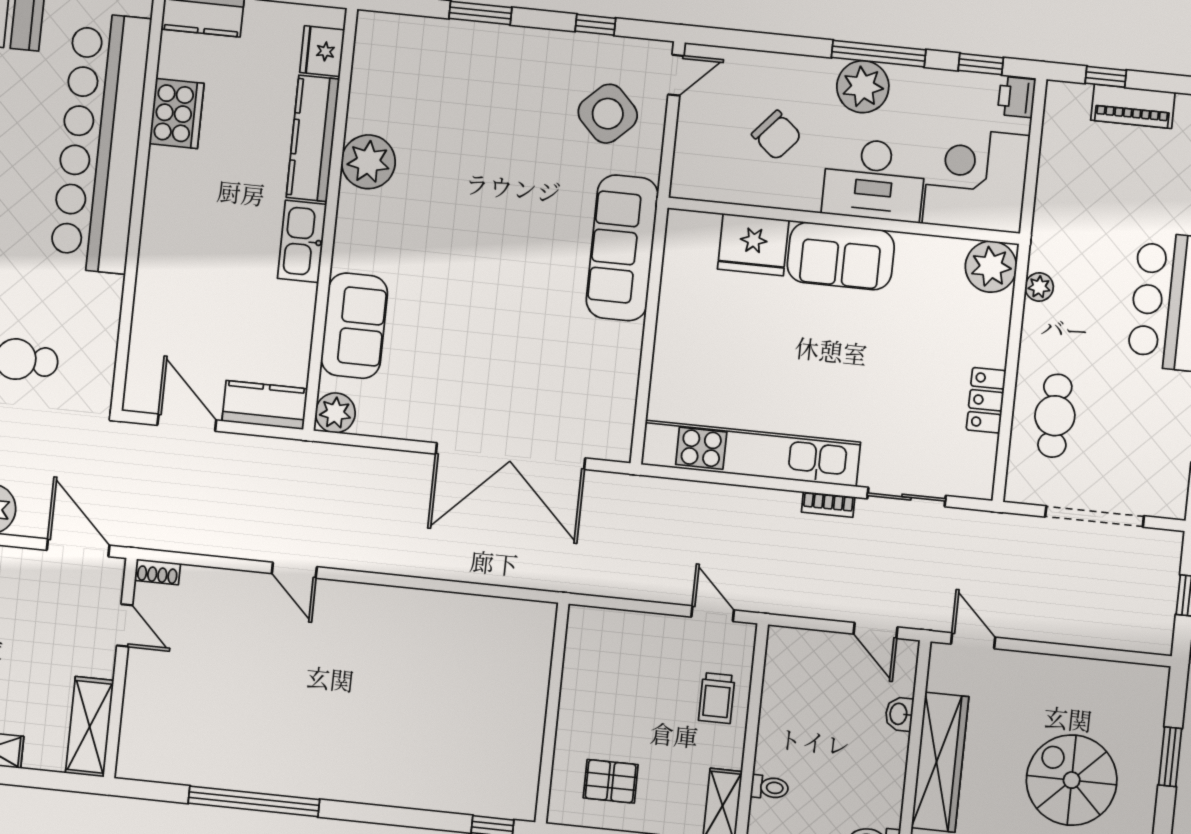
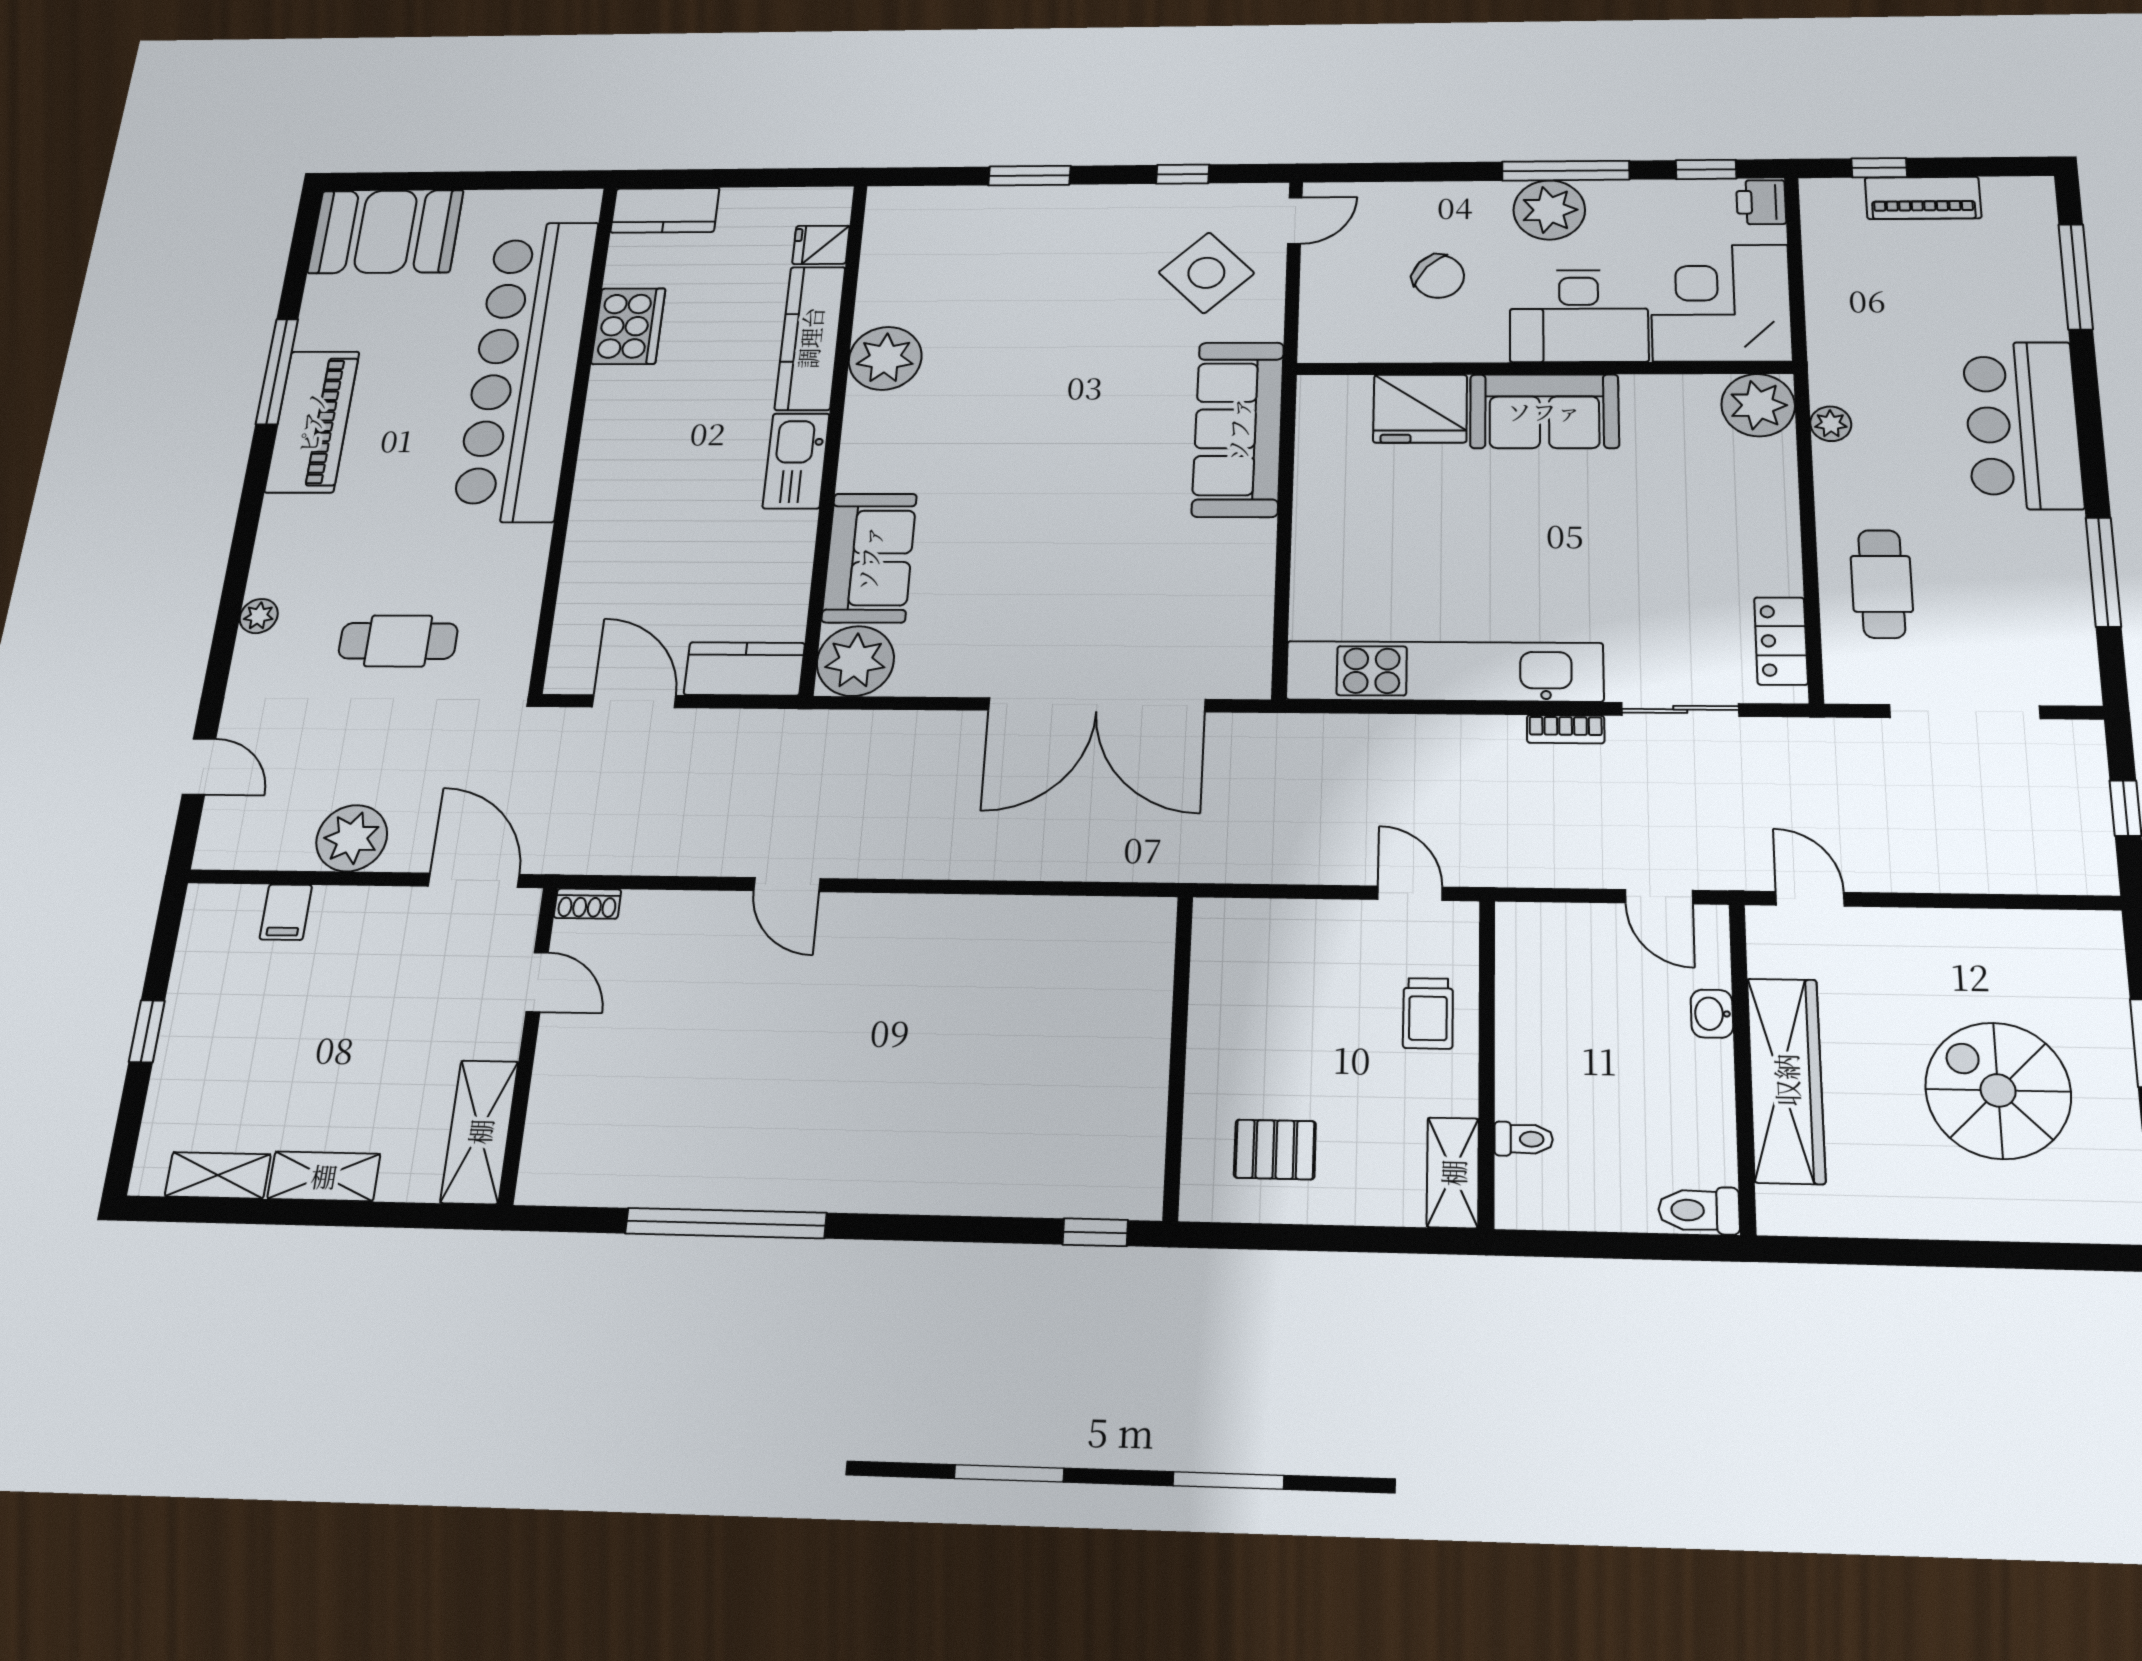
fridge: (322, 51) -> (821, 245), width x0.72
locker: (986, 400) -> (1781, 641), moved
plant: (335, 413) -> (855, 661), width x1.36, depth x1.36

